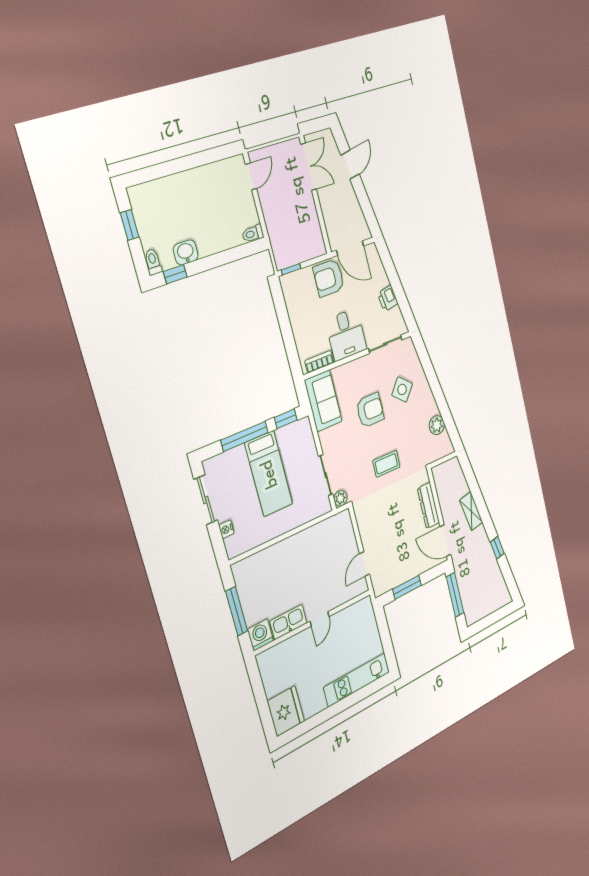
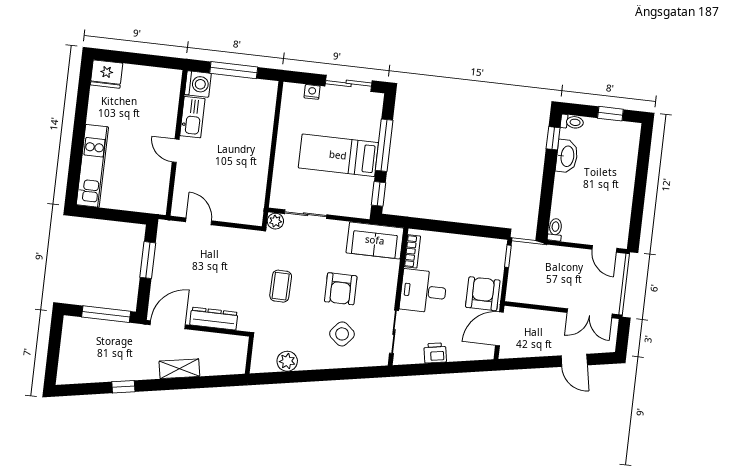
washbasin: (186, 252) -> (567, 156), width x1.38
fridge: (286, 711) -> (106, 74), width x0.73, depth x0.75

